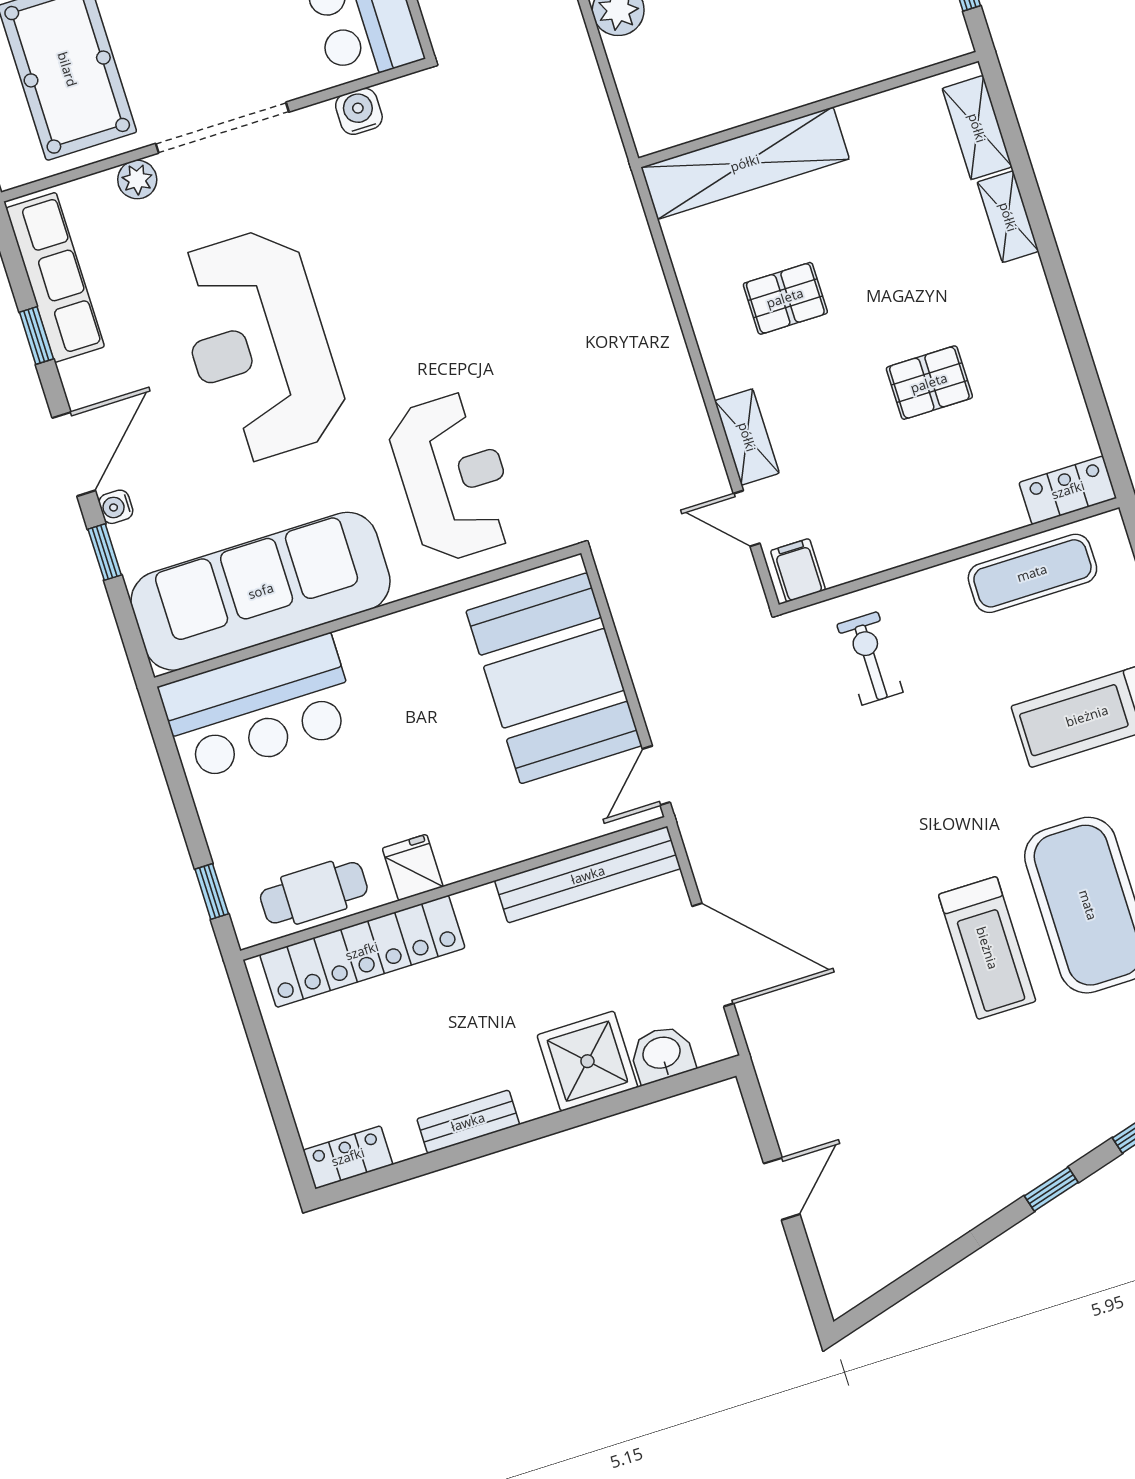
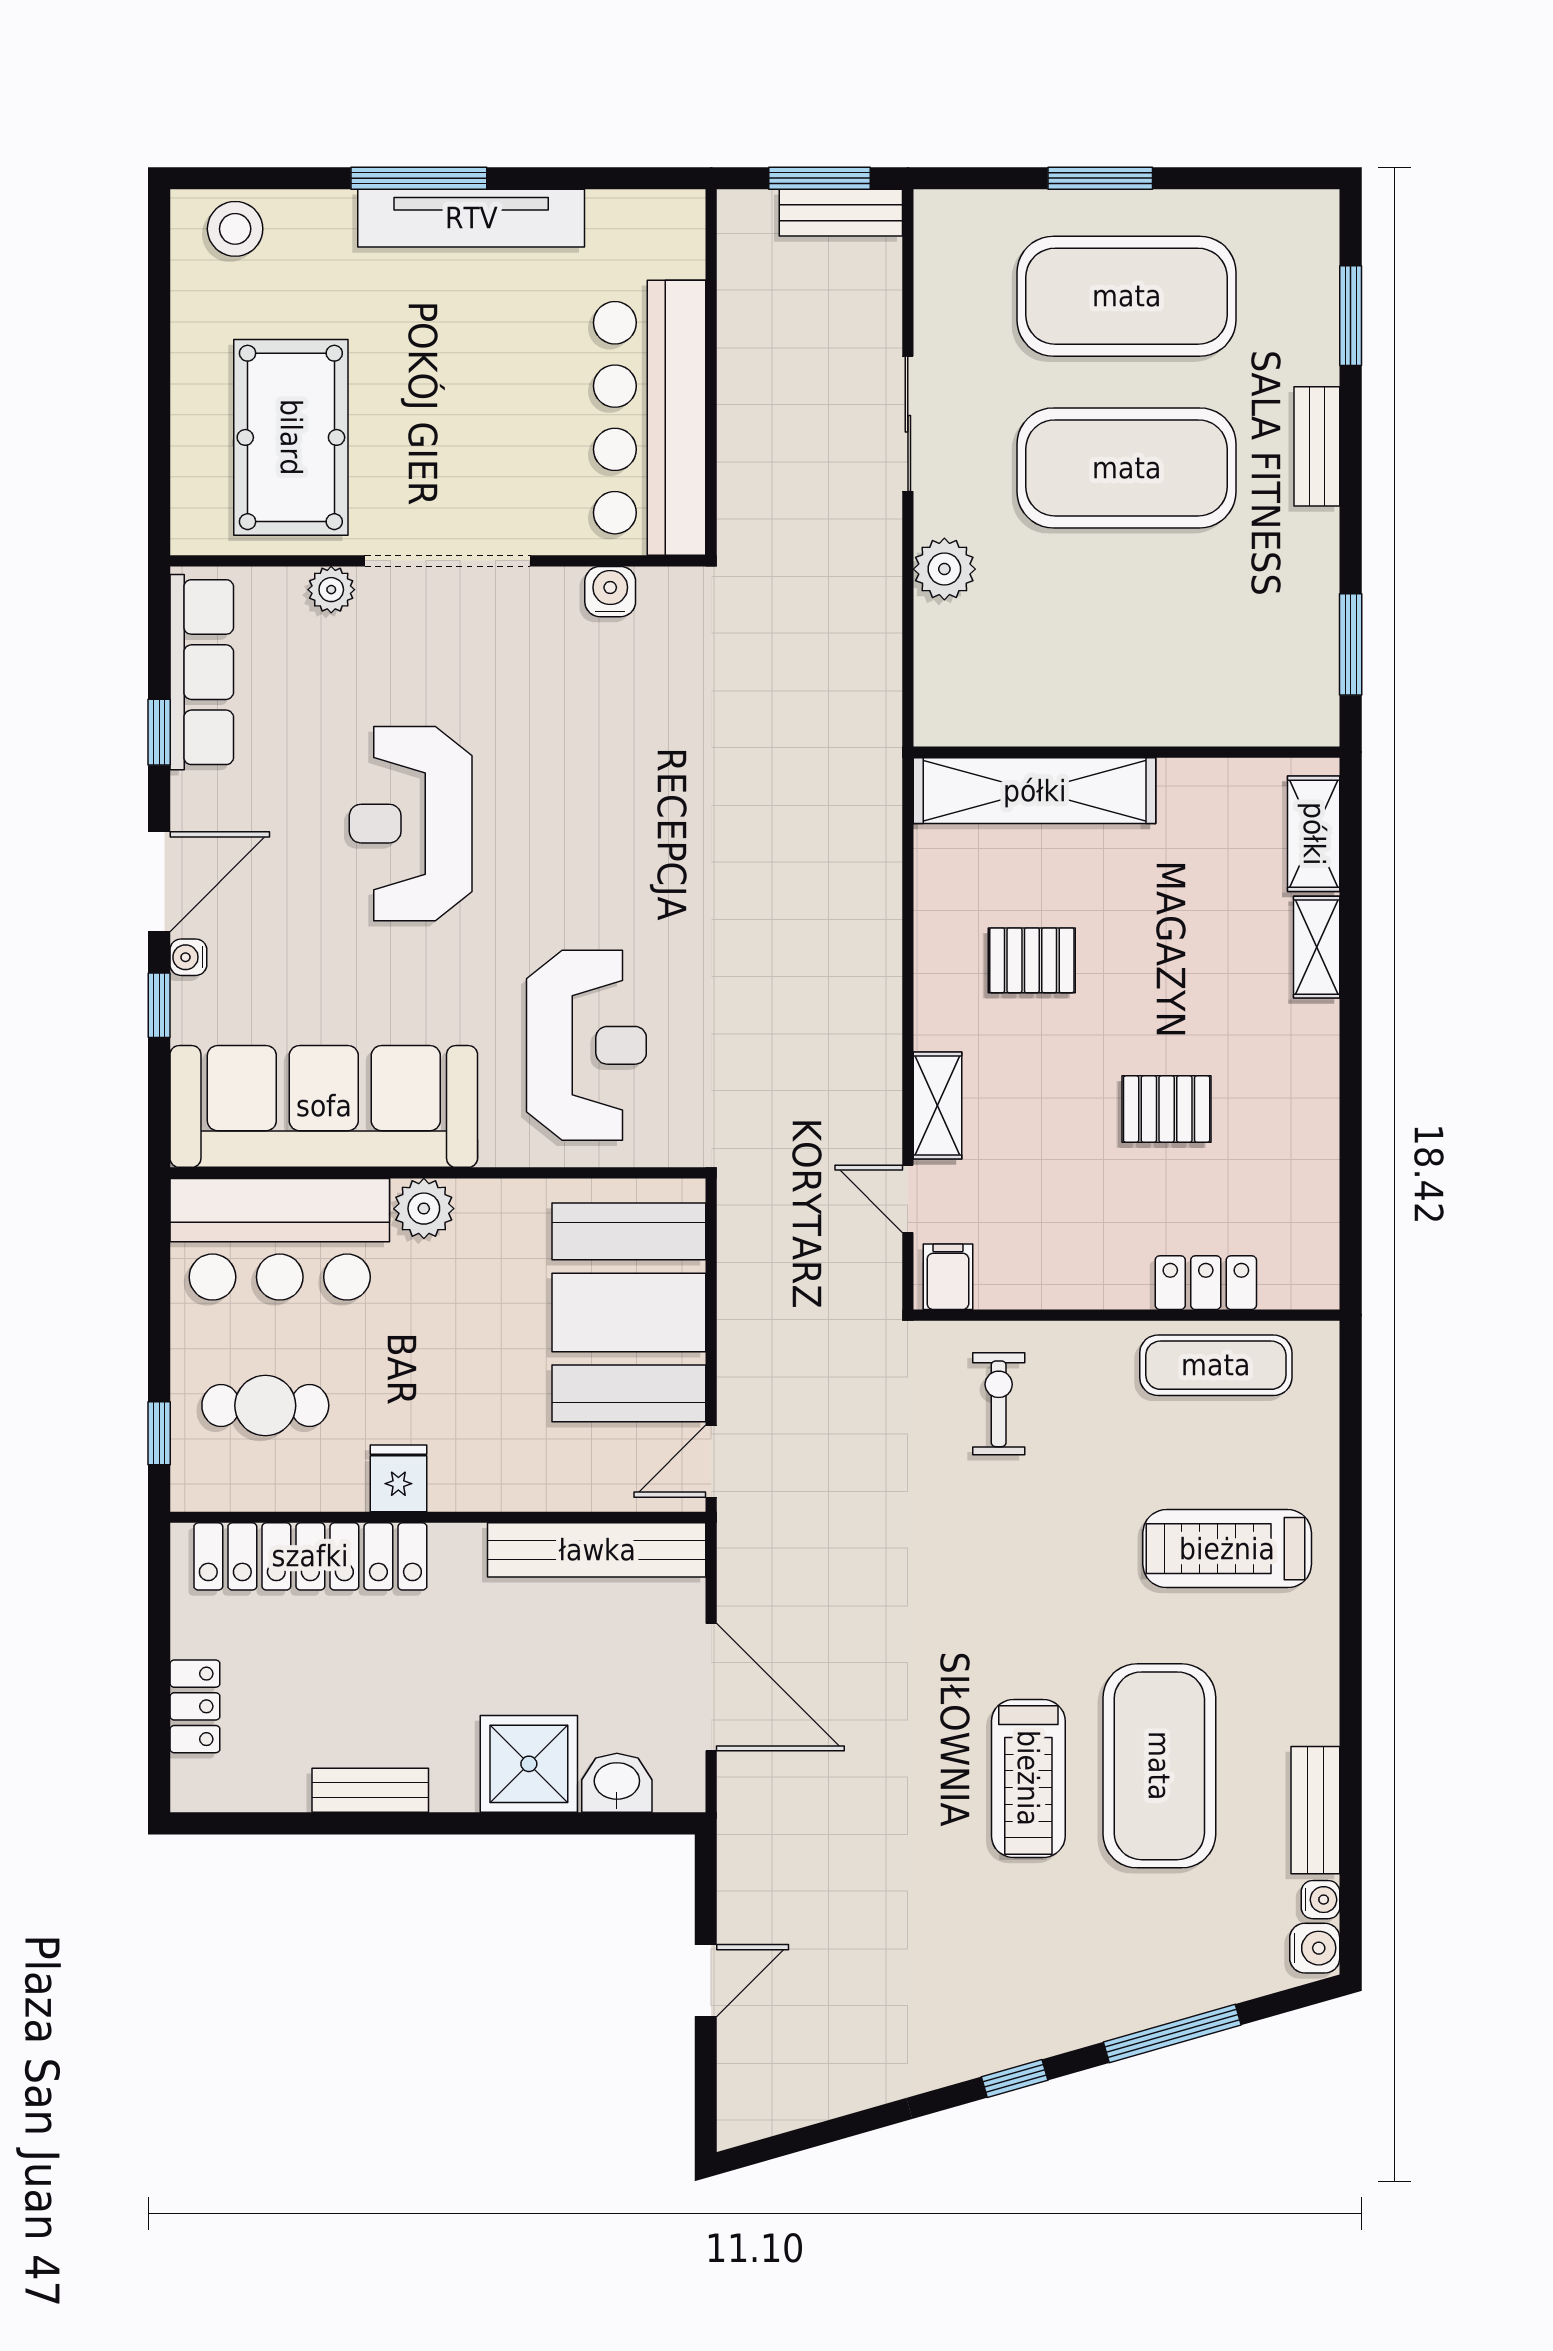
reception desk: (259, 345) -> (411, 824), width x0.74, depth x0.77
locker: (1068, 490) -> (1206, 1283), moved
plant: (365, 647) -> (424, 1209), added
cafe table: (314, 893) -> (265, 1406), moved
locker: (348, 1157) -> (195, 1706), moved, turned 90

